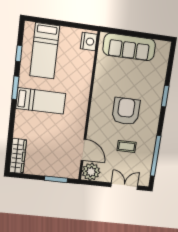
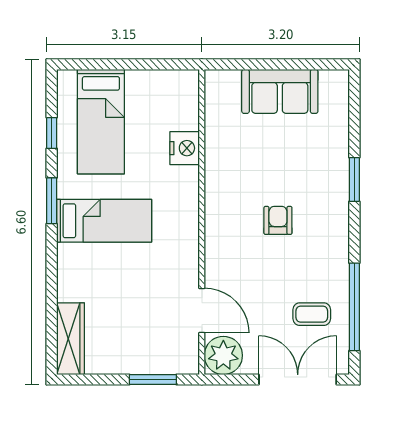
nightstand: (89, 41) -> (185, 148), moved
sofa: (129, 47) -> (280, 91), width x0.73
armchair: (126, 111) -> (278, 220), width x0.53, depth x0.53
coffee table: (127, 146) -> (312, 314), moved
double door: (124, 186) -> (298, 379), width x1.37

